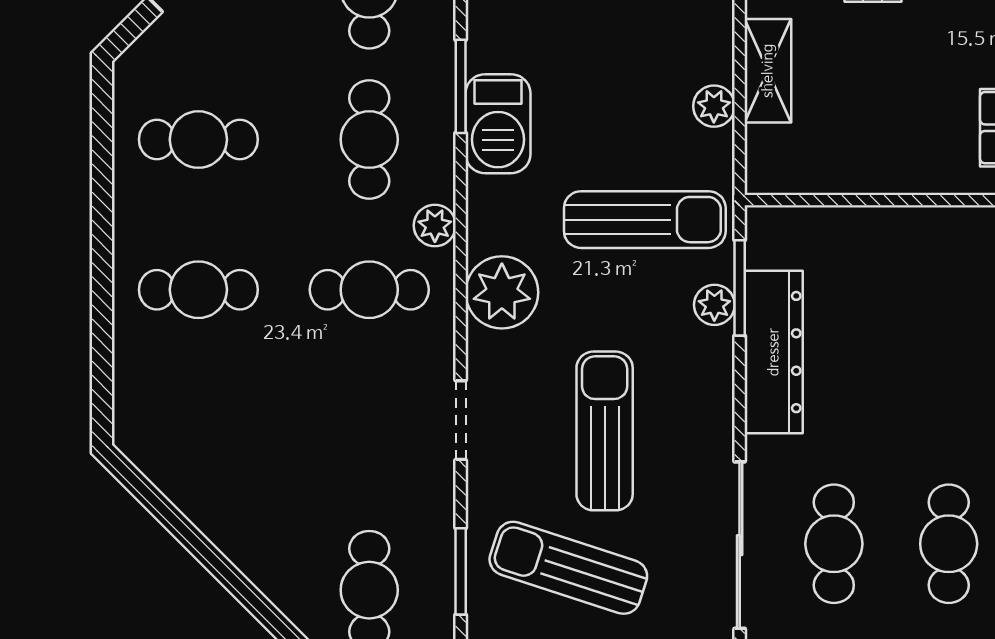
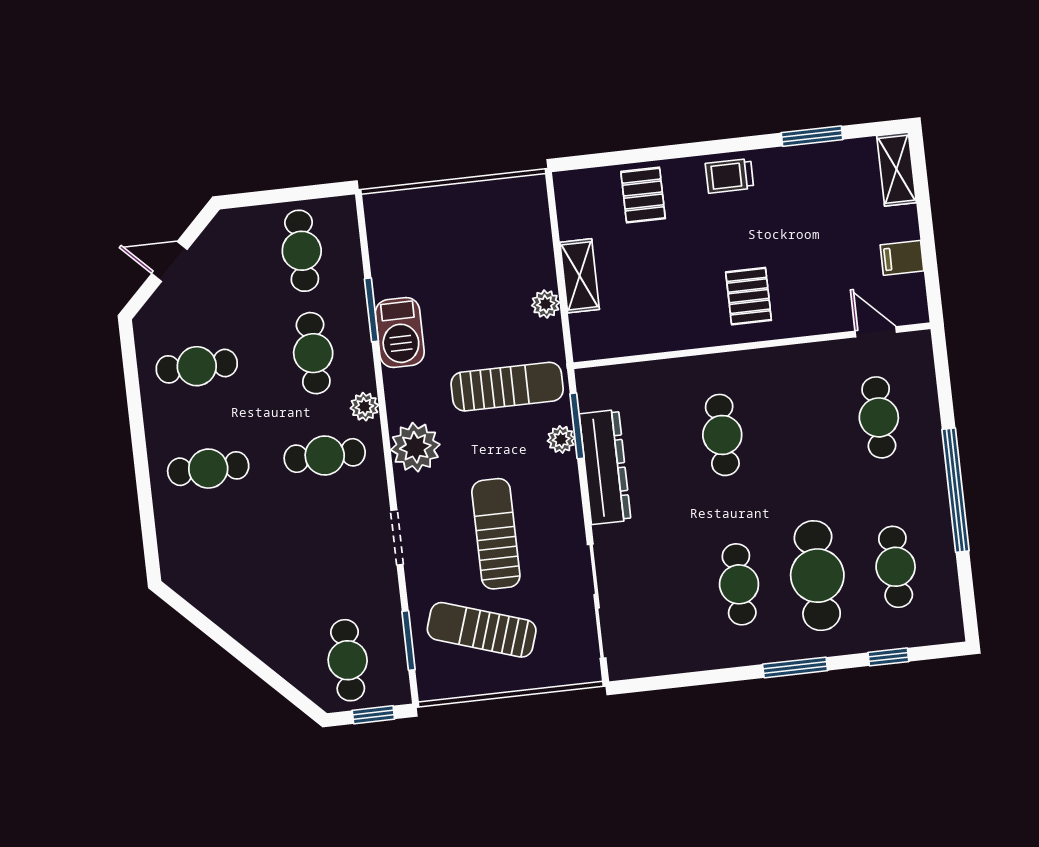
cafe table: (834, 544) -> (722, 435), moved

